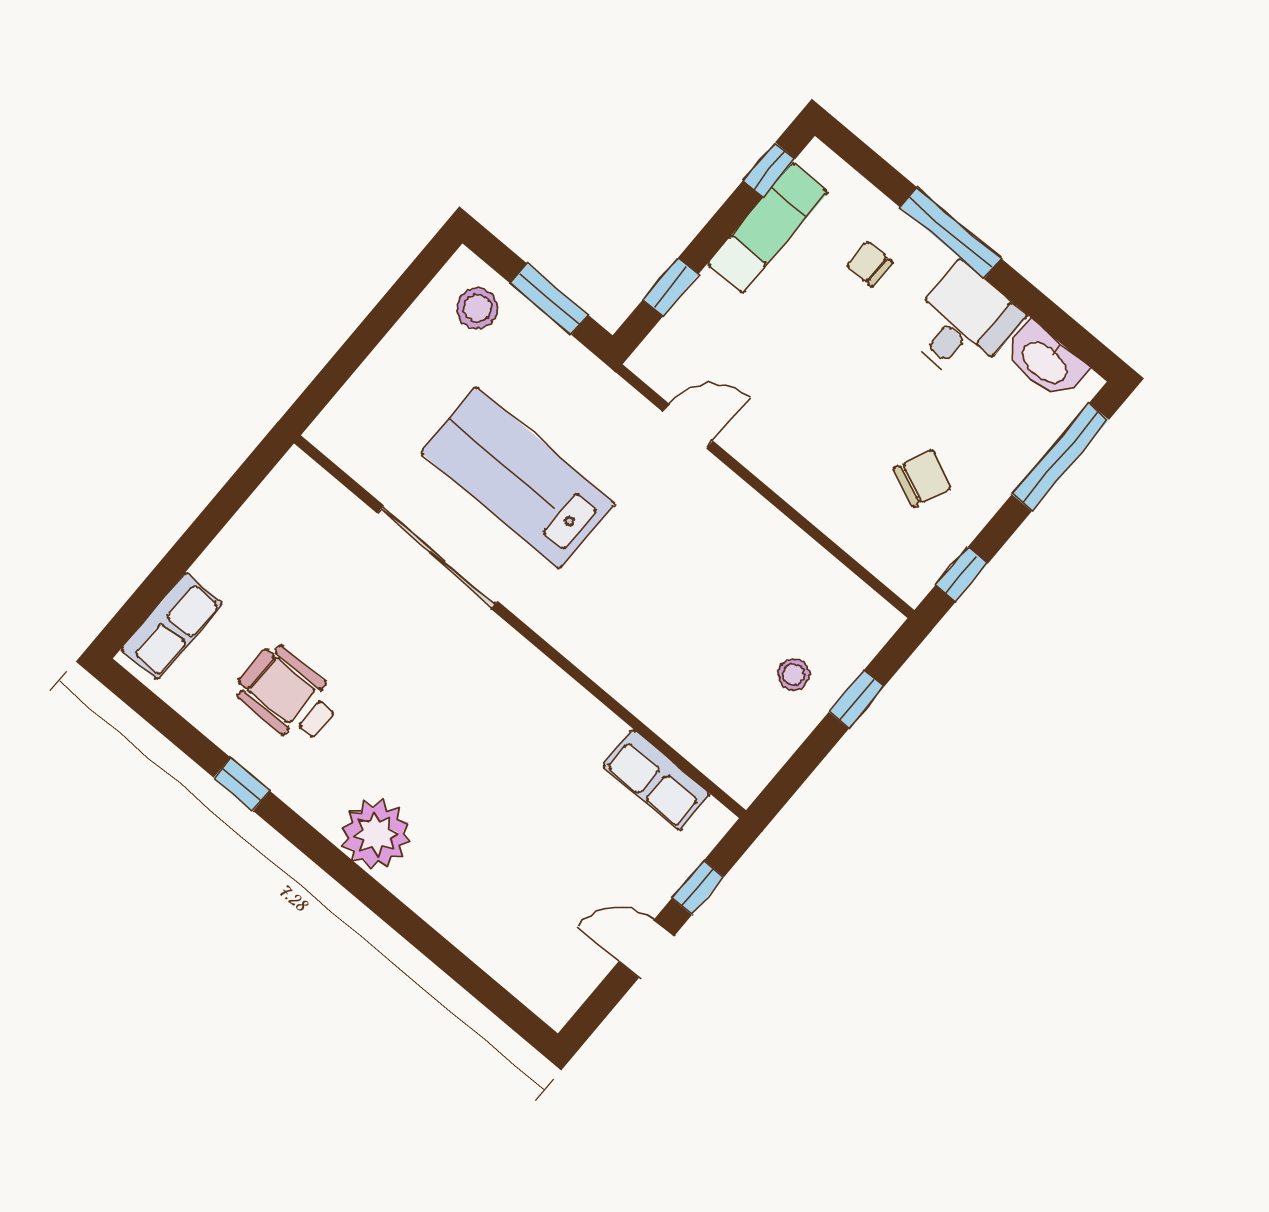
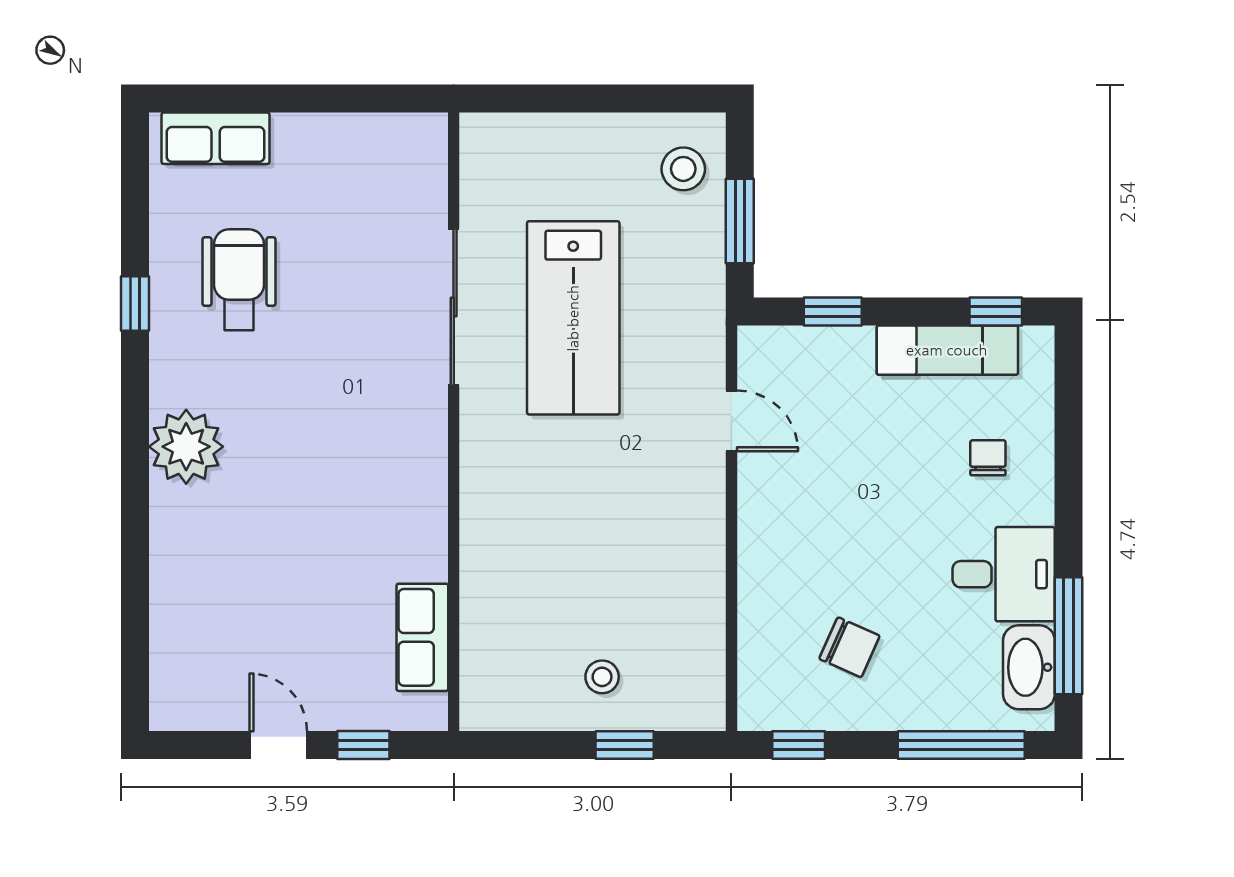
window: (951, 233) -> (1069, 636), moved
lab bench: (518, 478) -> (573, 318), turned 180

